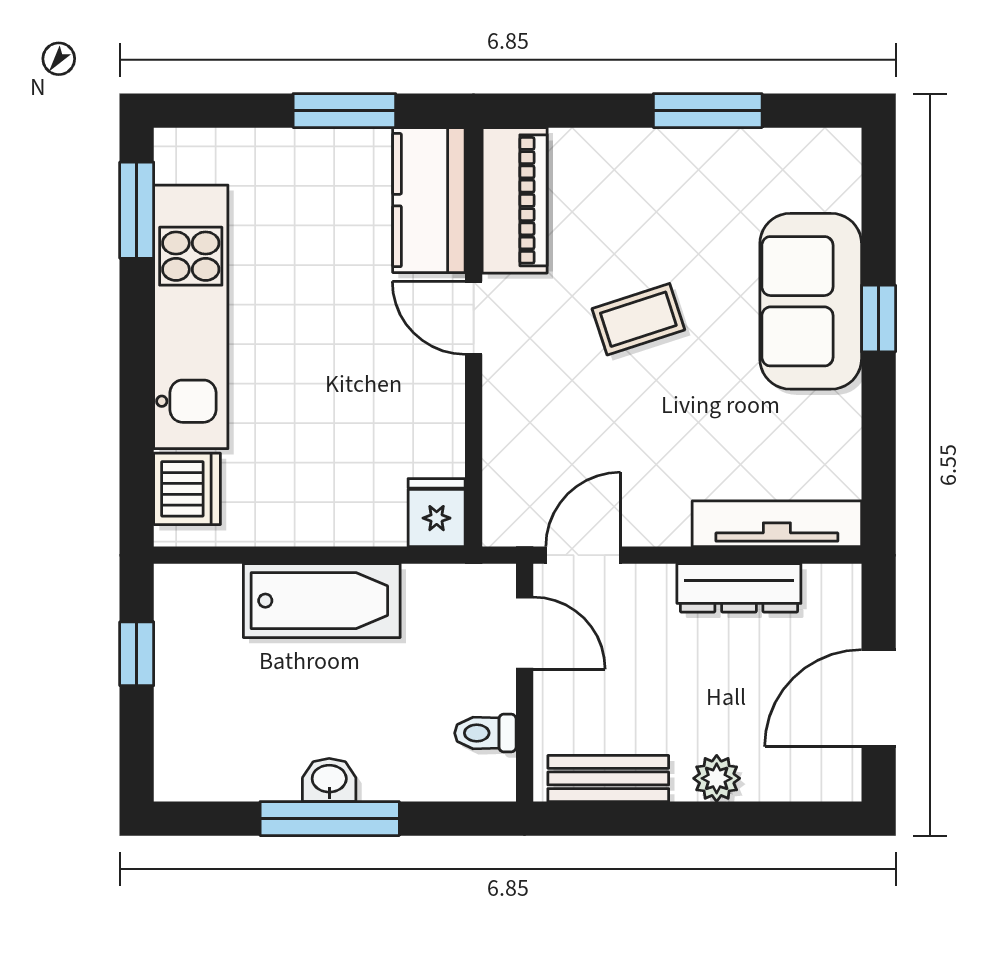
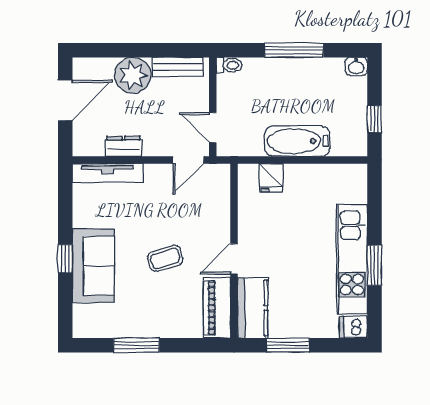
window: (137, 210) -> (374, 265), moved
door: (474, 318) -> (234, 259), swing flipped
dishwasher: (187, 489) -> (353, 327), moved, width x0.73
fridge: (437, 513) -> (271, 178), moved
dresser: (739, 588) -> (123, 146), width x0.70
toilet: (485, 733) -> (229, 65), moved
plant: (717, 778) -> (133, 75), width x1.87, depth x1.87
washbasin: (329, 780) -> (356, 66), moved

